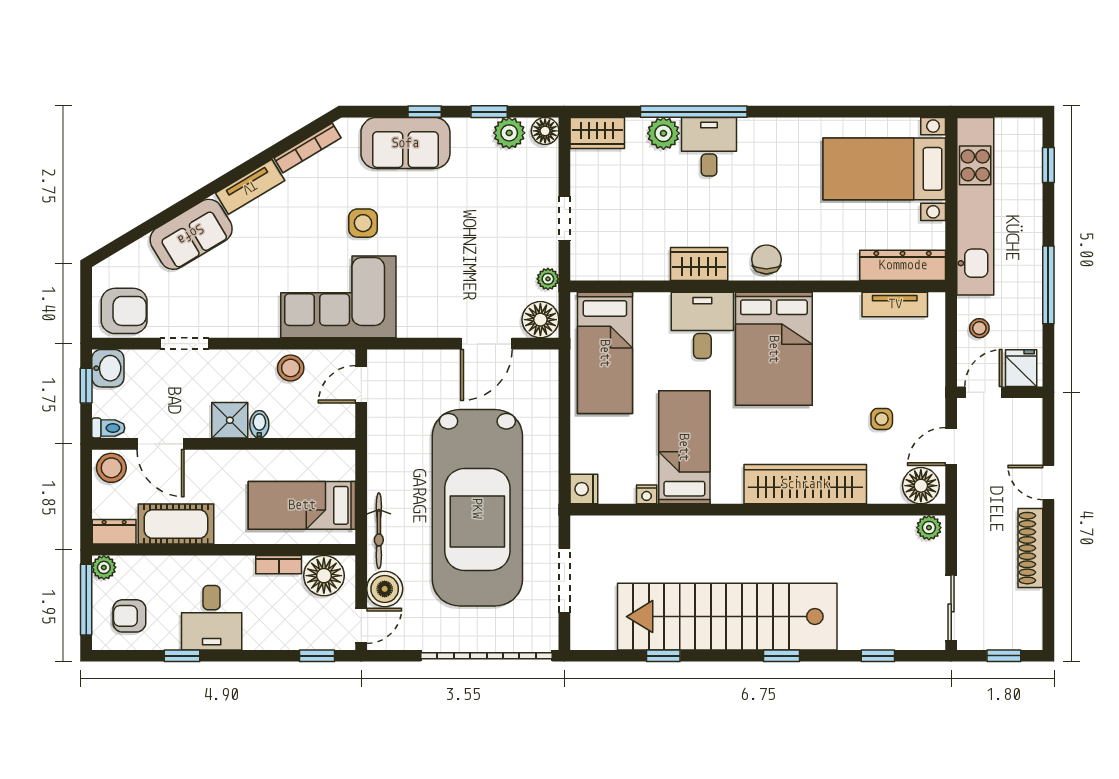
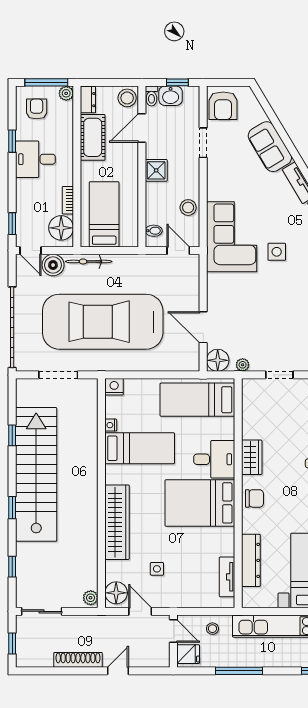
dresser: (903, 265) -> (251, 560), moved
washbasin: (108, 368) -> (171, 96), moved
bidet: (259, 424) -> (154, 231), moved

